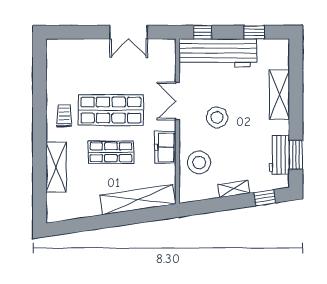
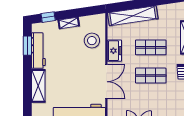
double door: (177, 101) -> (106, 82), width x1.37
shop shelf: (111, 110) -> (151, 76), width x0.70, depth x0.74
stool: (217, 117) -> (80, 71), removed
workbench: (279, 155) -> (38, 51), width x1.37

